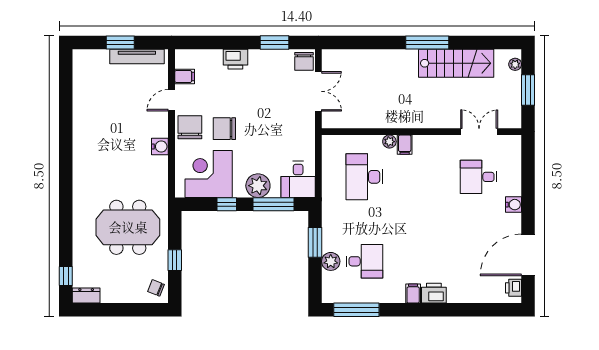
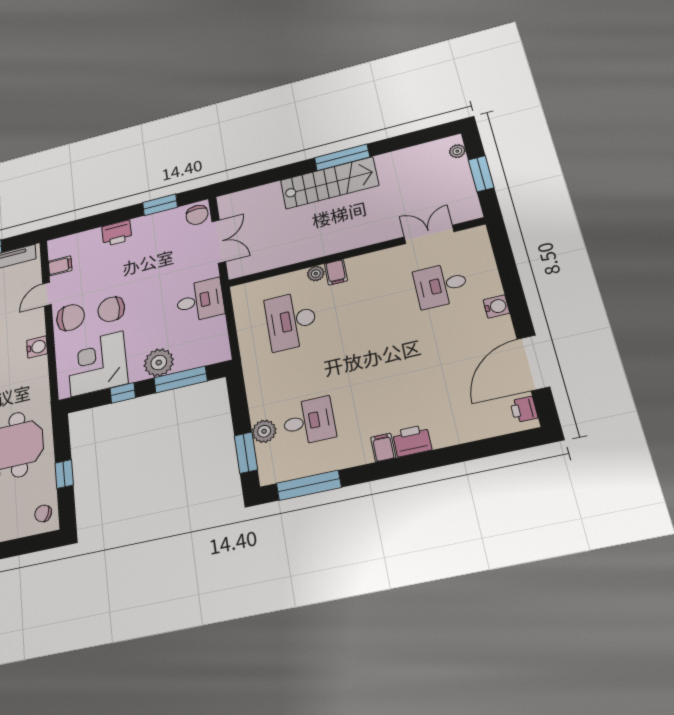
stairs: (456, 63) -> (329, 183), moved
chair: (190, 127) -> (71, 318), turned 90
desk: (298, 179) -> (200, 300), moved, turned -90
window: (315, 242) -> (246, 453), moved

